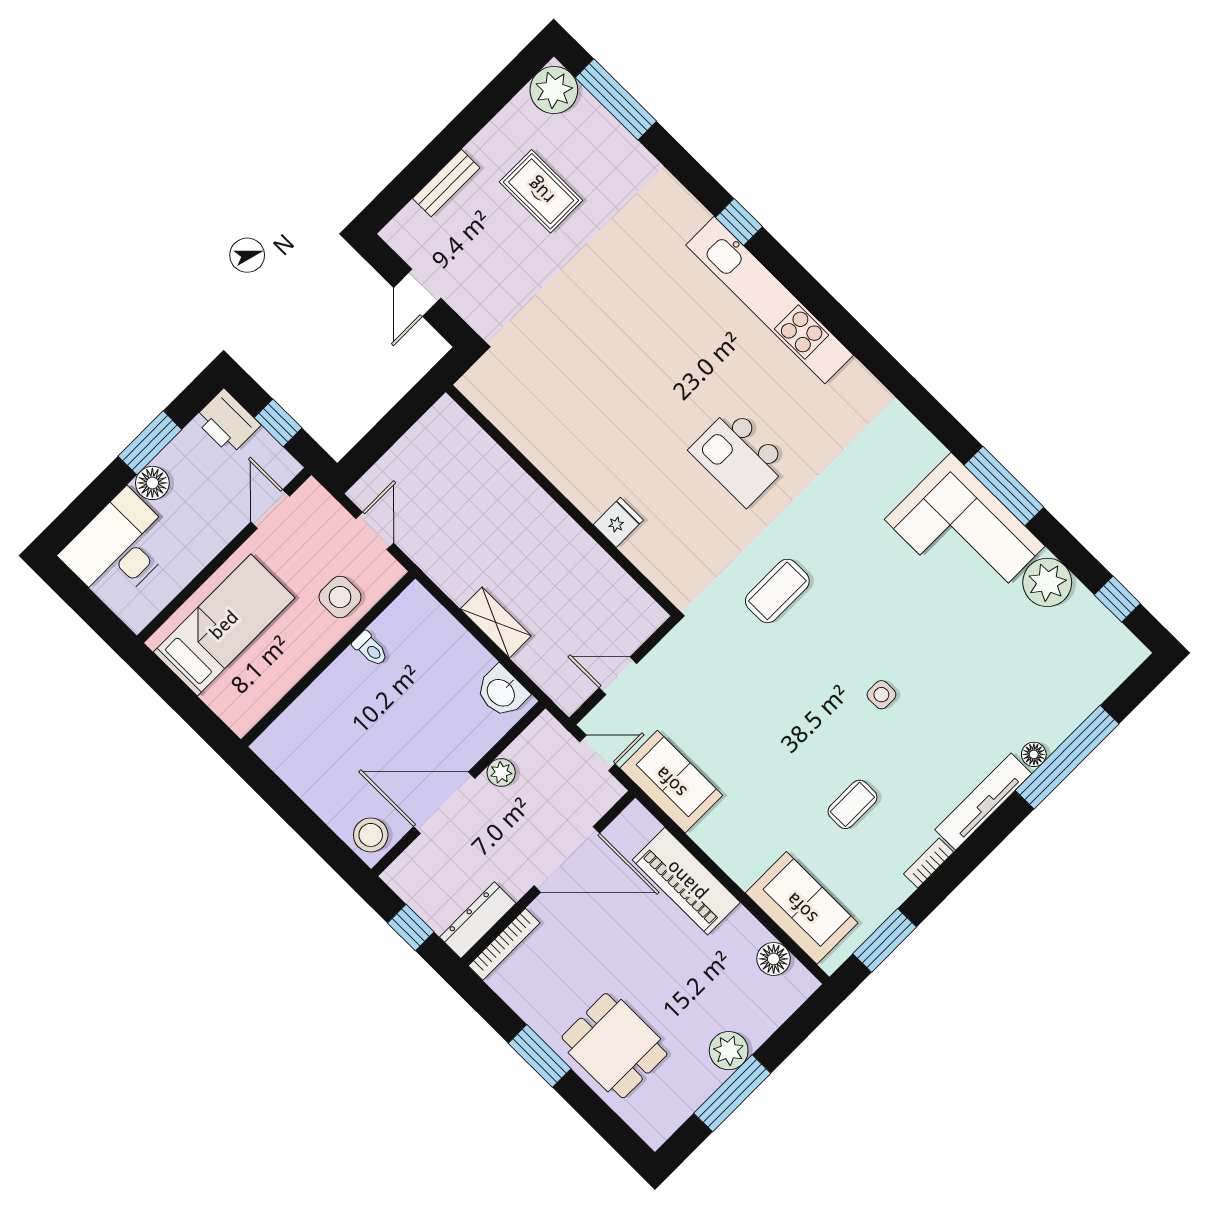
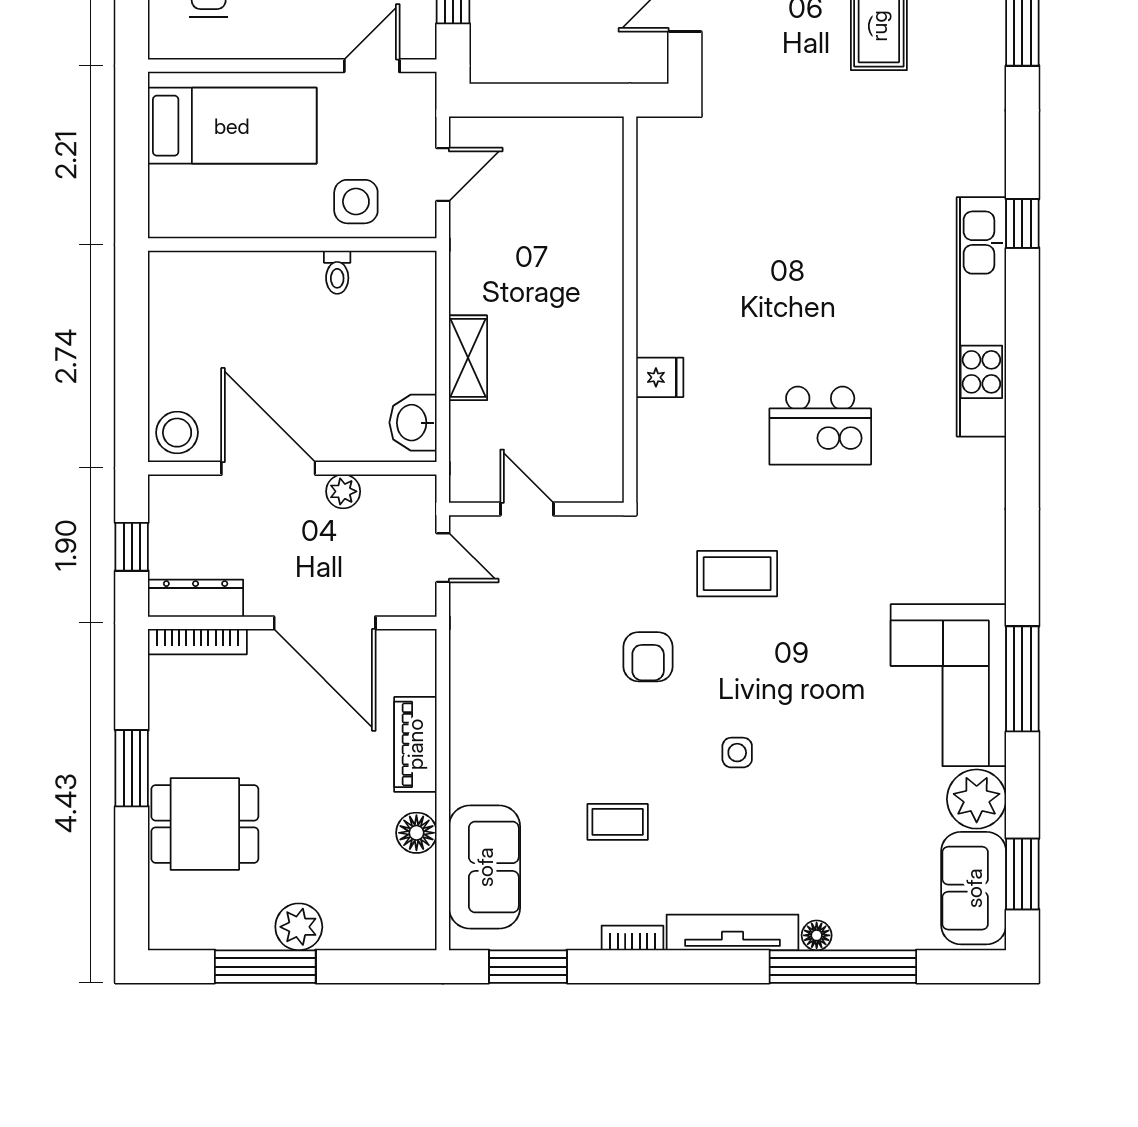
kitchen island: (739, 457) -> (820, 426), turned -90
window: (1117, 599) -> (1022, 874), width x1.50
armchair: (774, 691) -> (648, 657), added
sofa: (671, 782) -> (974, 888), moved, turned 180
piano: (686, 881) -> (415, 744), width x0.73, depth x0.75
floor lamp: (774, 959) -> (416, 833), moved
dining table: (614, 1046) -> (205, 824), turned 90

